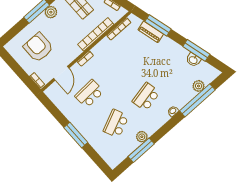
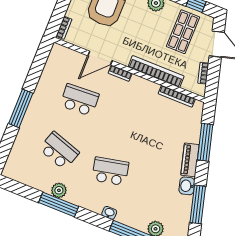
piano: (151, 32) -> (190, 160), moved
washbasin: (193, 60) -> (187, 186), moved
door: (61, 73) -> (100, 58), moved
school desk: (116, 124) -> (59, 151), turned 42
window: (141, 150) -> (59, 204), moved

